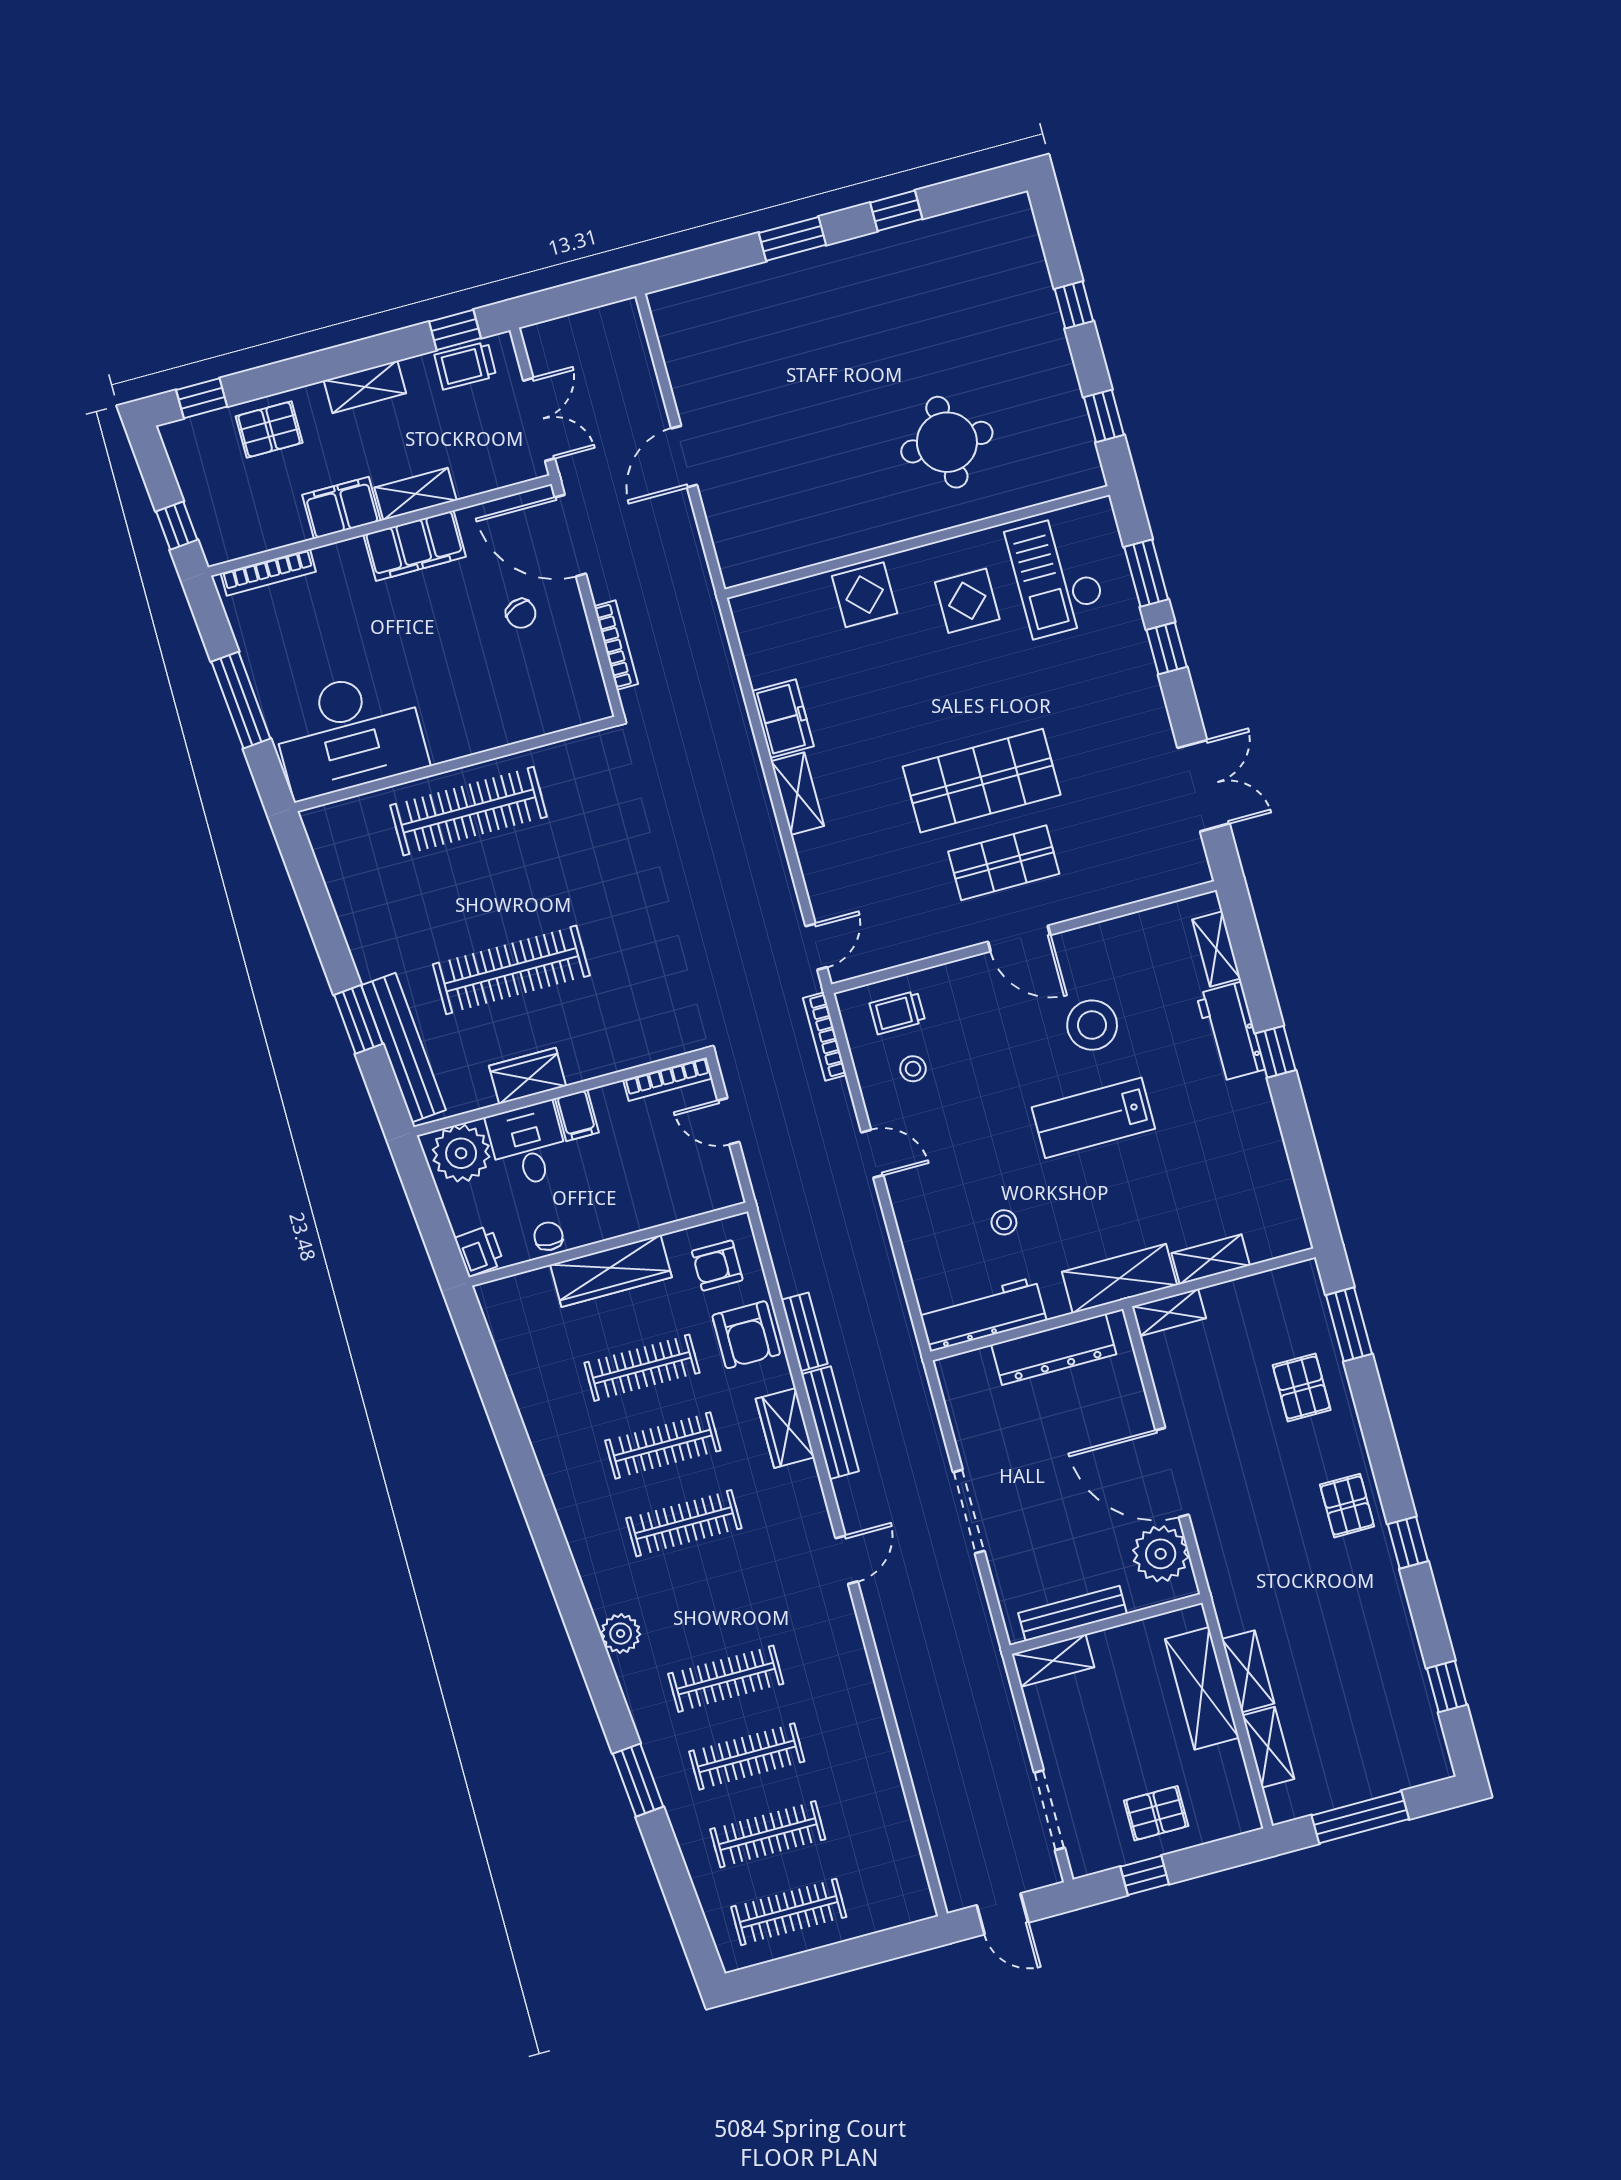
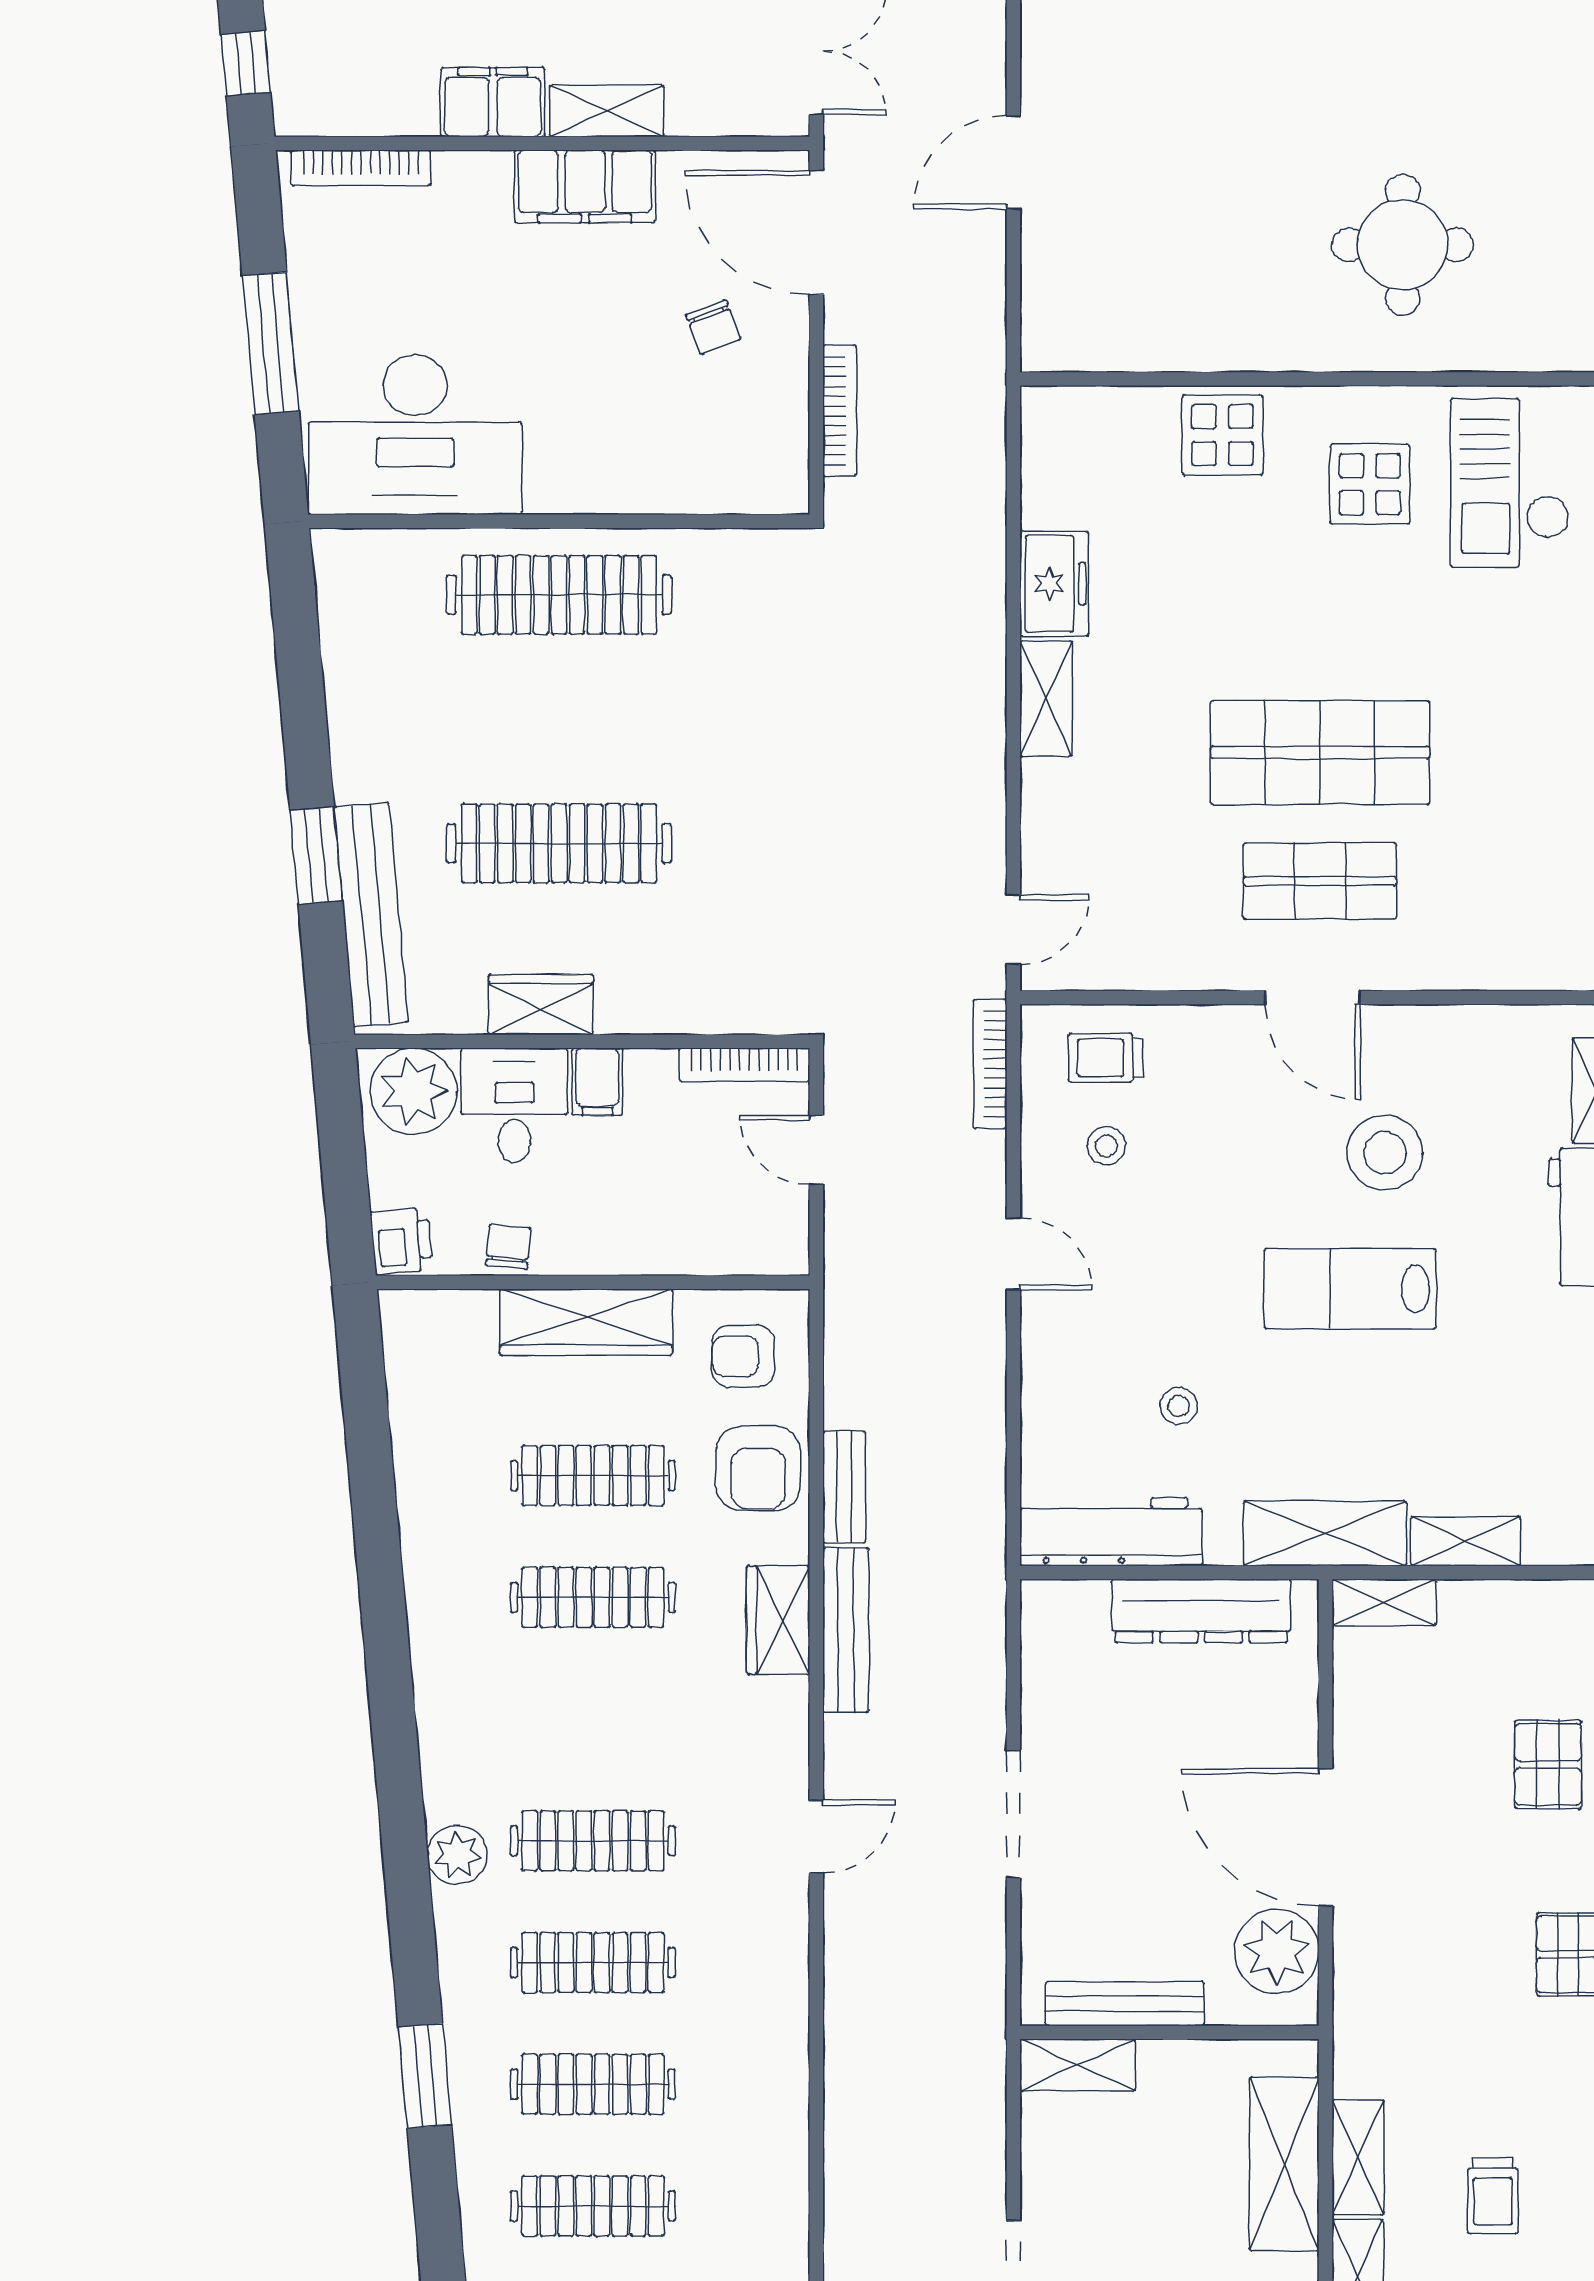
clothes rail: (684, 1523) -> (593, 1841), moved
trolley: (1341, 1673) -> (1493, 2196), added

